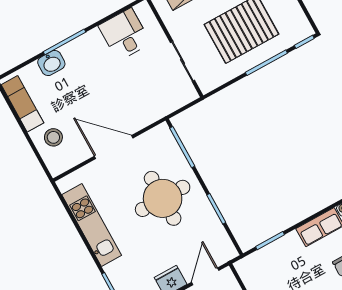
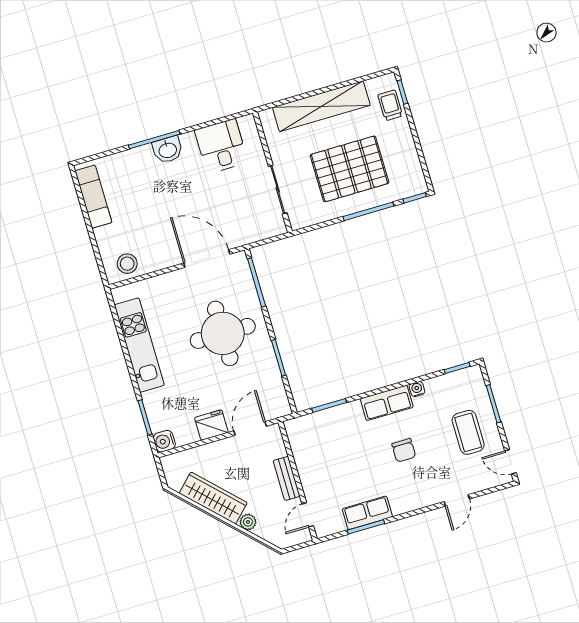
washbasin: (51, 63) -> (168, 150), moved
stool: (53, 137) -> (127, 264), moved
door: (114, 147) -> (207, 259), moved

